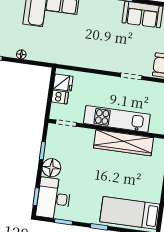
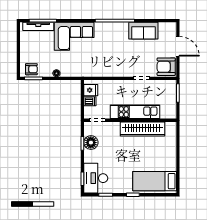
floor lamp: (51, 168) -> (91, 143), moved

